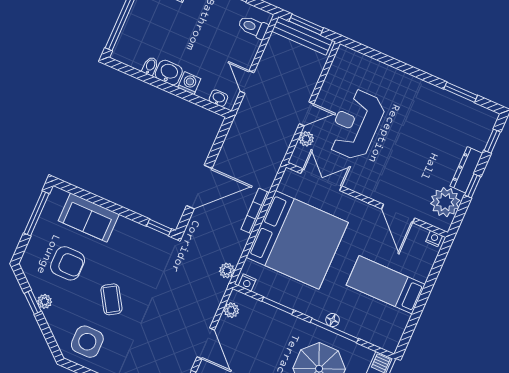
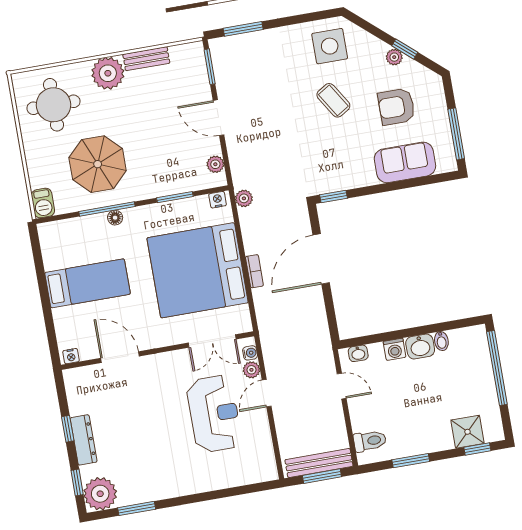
water cooler: (299, 152) -> (250, 353), added
plant: (445, 202) -> (100, 494), moved
bookcase: (255, 211) -> (254, 271), width x0.64

